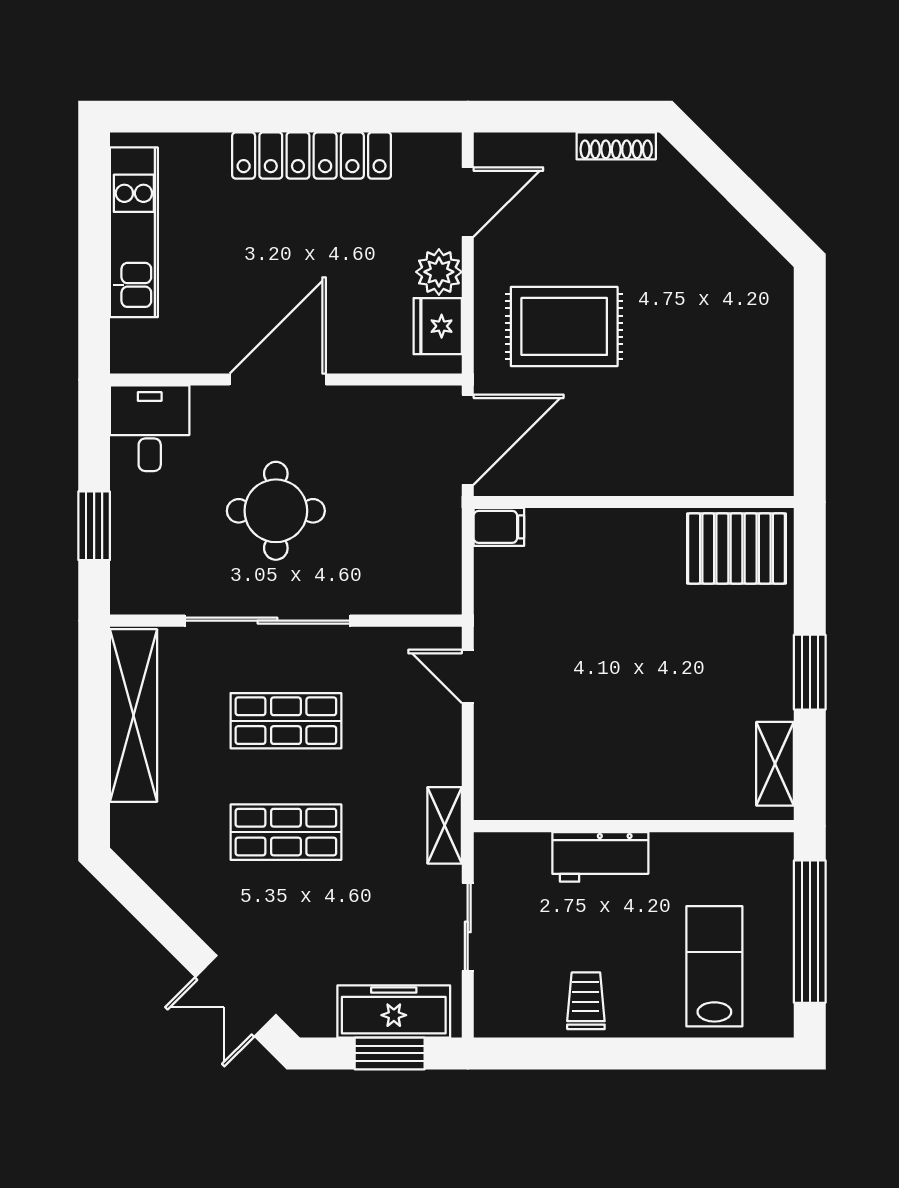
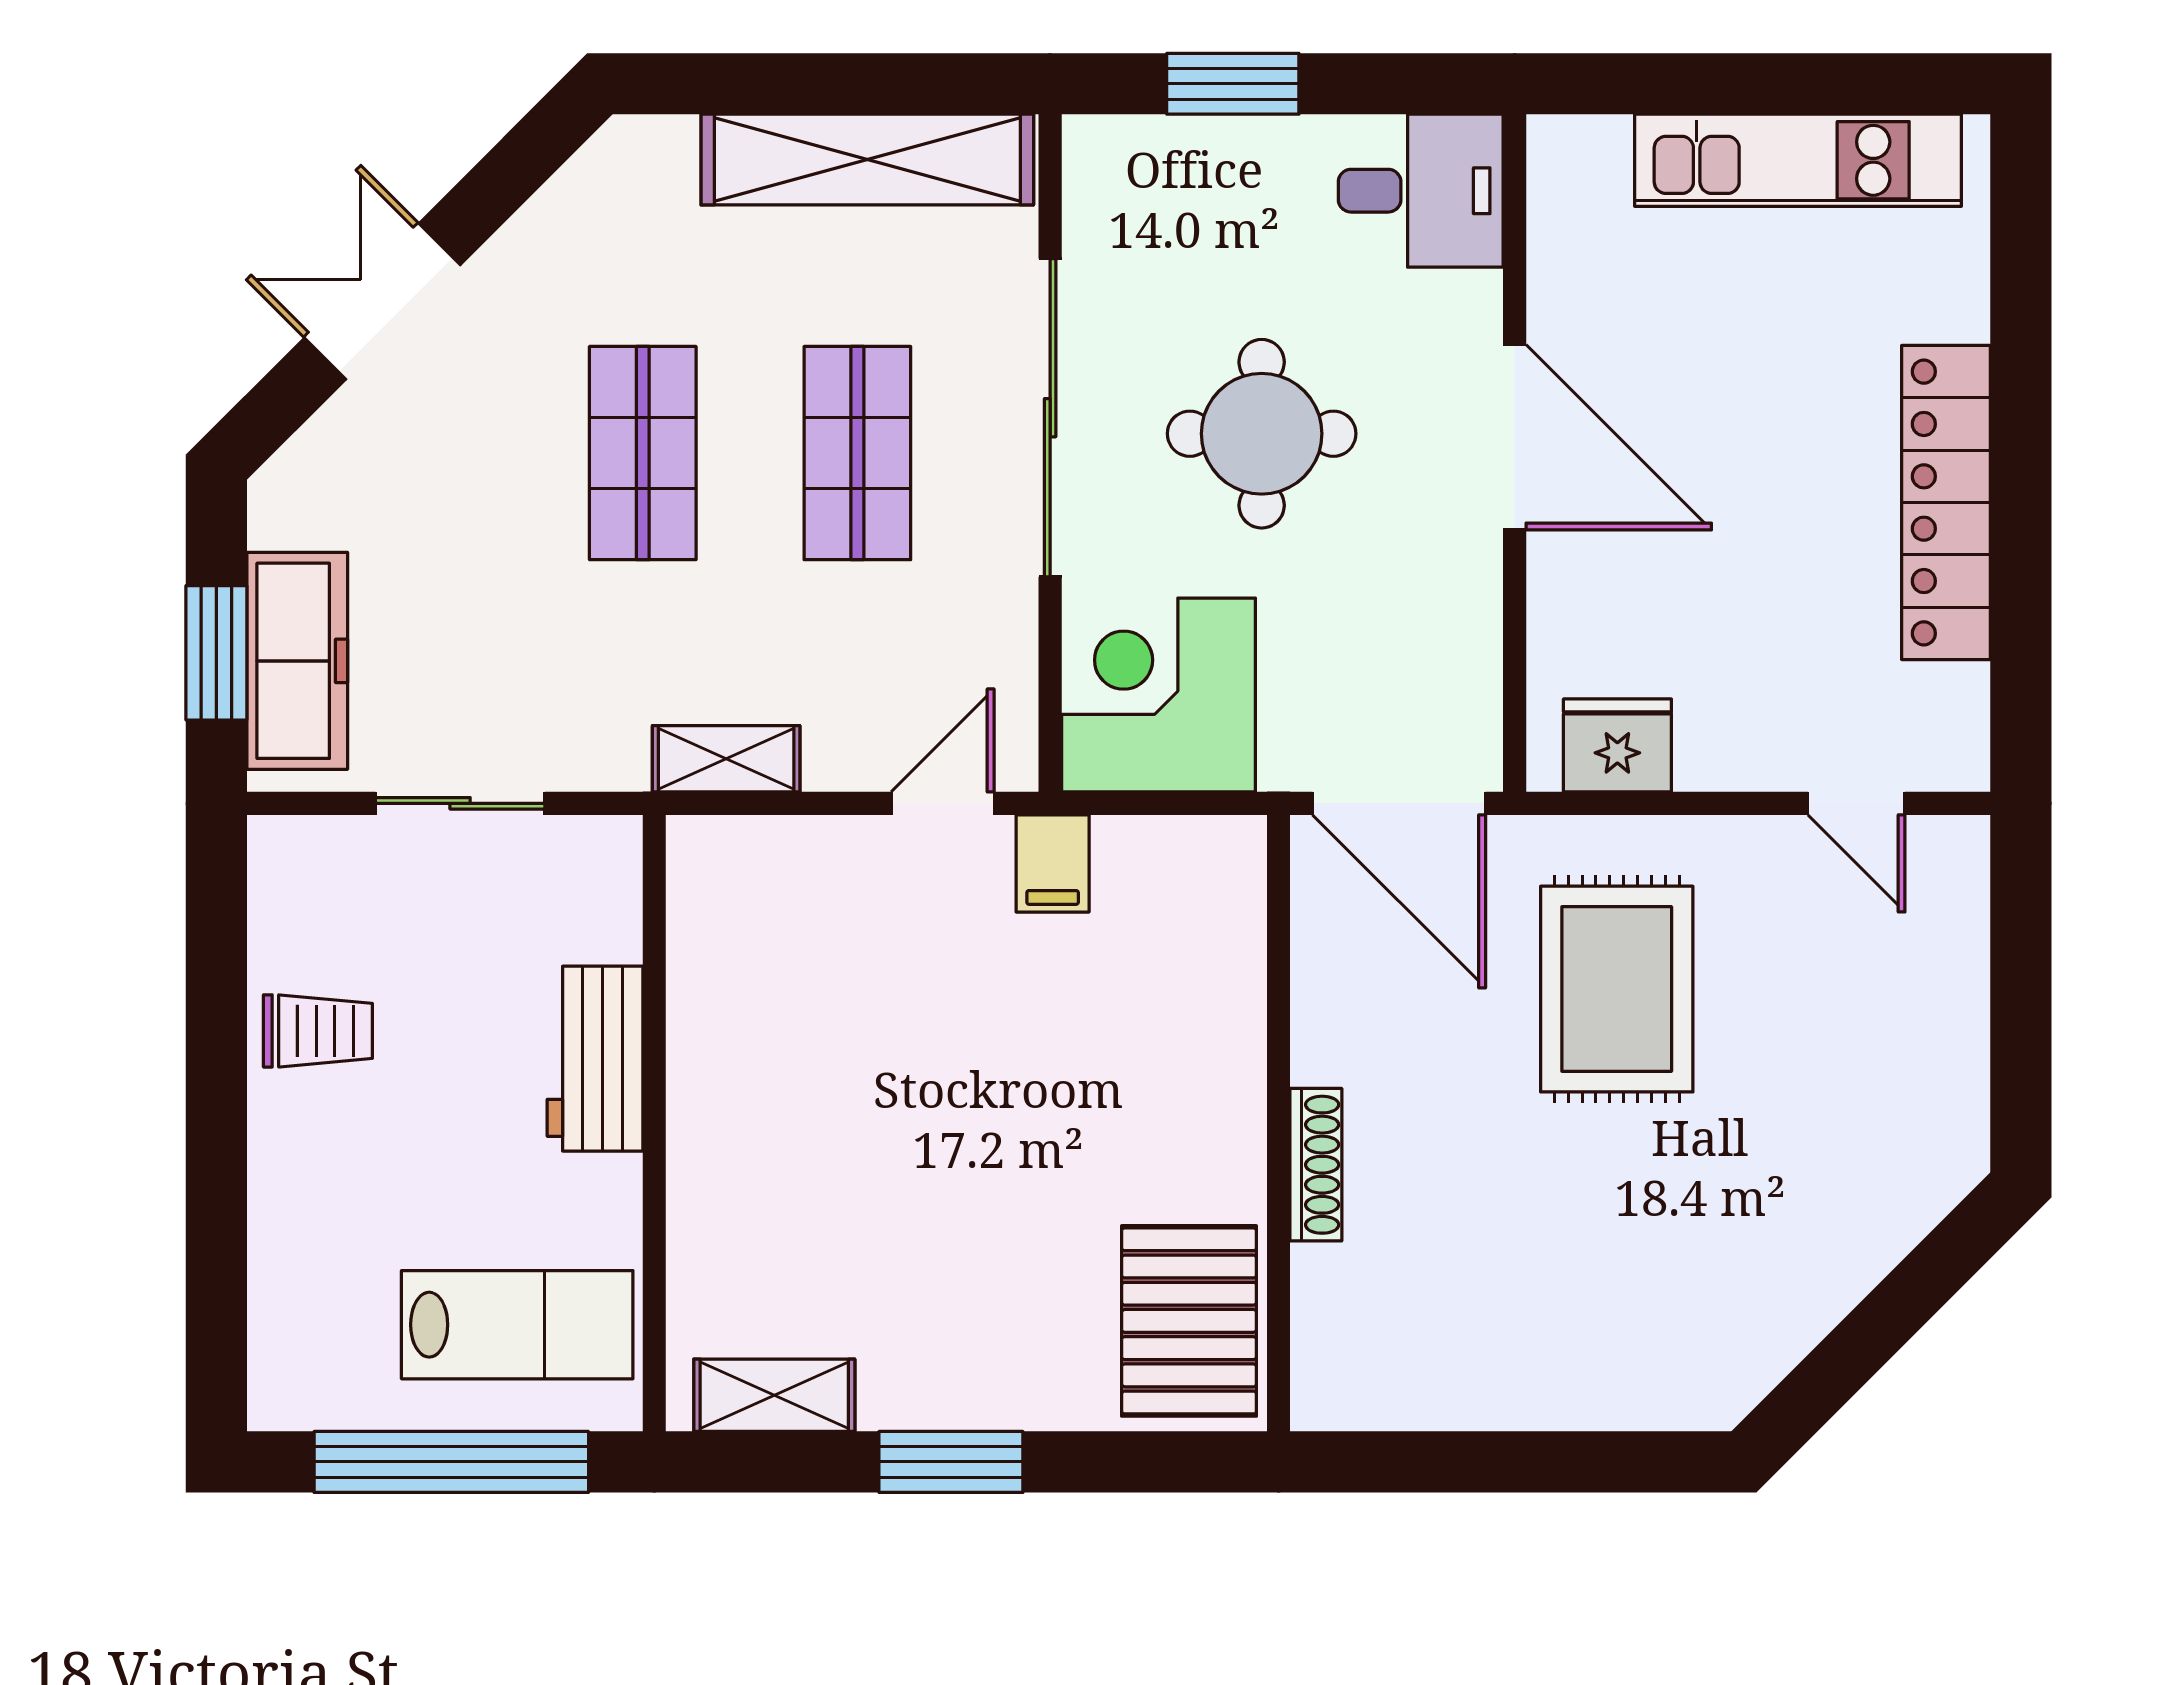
shoe rack: (616, 146) -> (1316, 1165), moved, turned 180
door: (468, 202) -> (1856, 803), width x0.73
plant: (439, 272) -> (1722, 748), removed
filing cabinet: (499, 527) -> (1053, 863), moved
corner desk: (412, 564) -> (1158, 695), added
shelving: (445, 825) -> (726, 759), moved
lab bench: (714, 966) -> (517, 1325), moved
double door: (236, 996) -> (382, 301), moved

